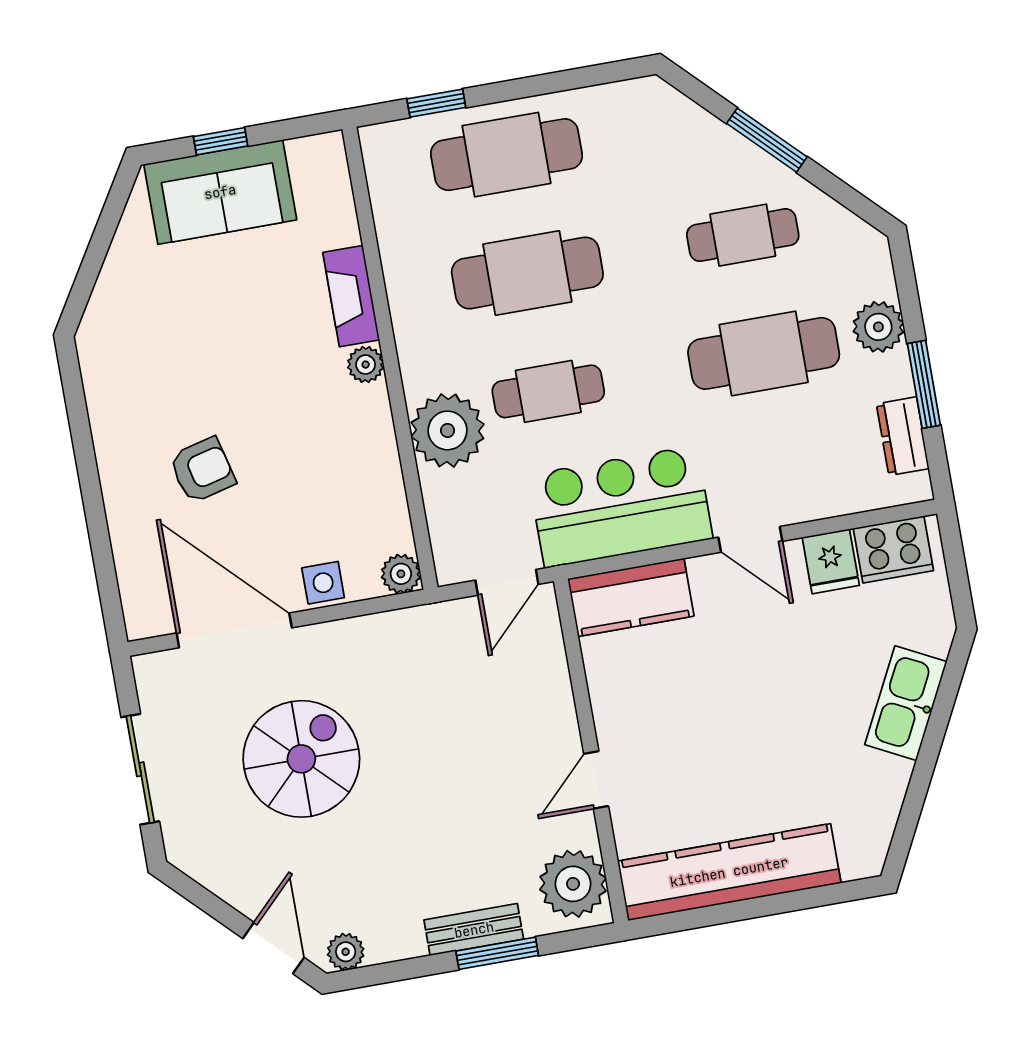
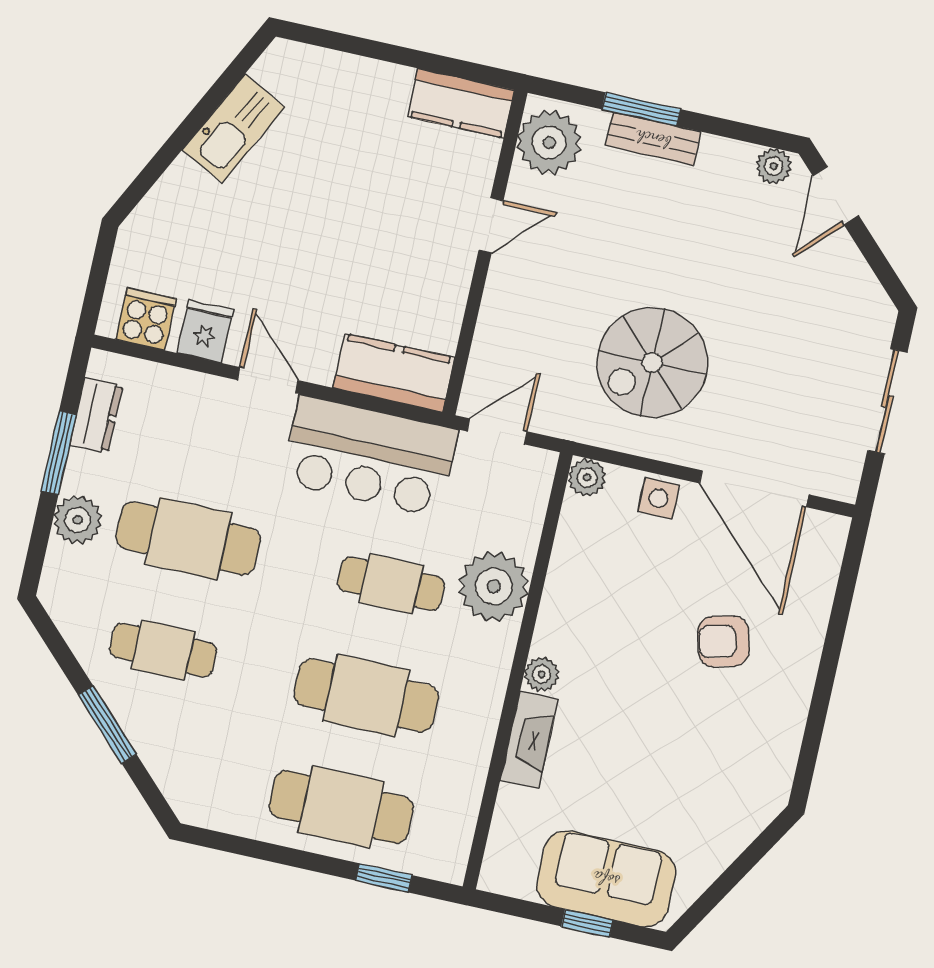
cooker: (893, 549) -> (146, 319), width x0.73
kitchen sink: (906, 703) -> (233, 128), moved
spiral stairs: (301, 759) -> (652, 363), moved
kitchen counter: (729, 872) -> (461, 103), width x0.48, depth x0.86

